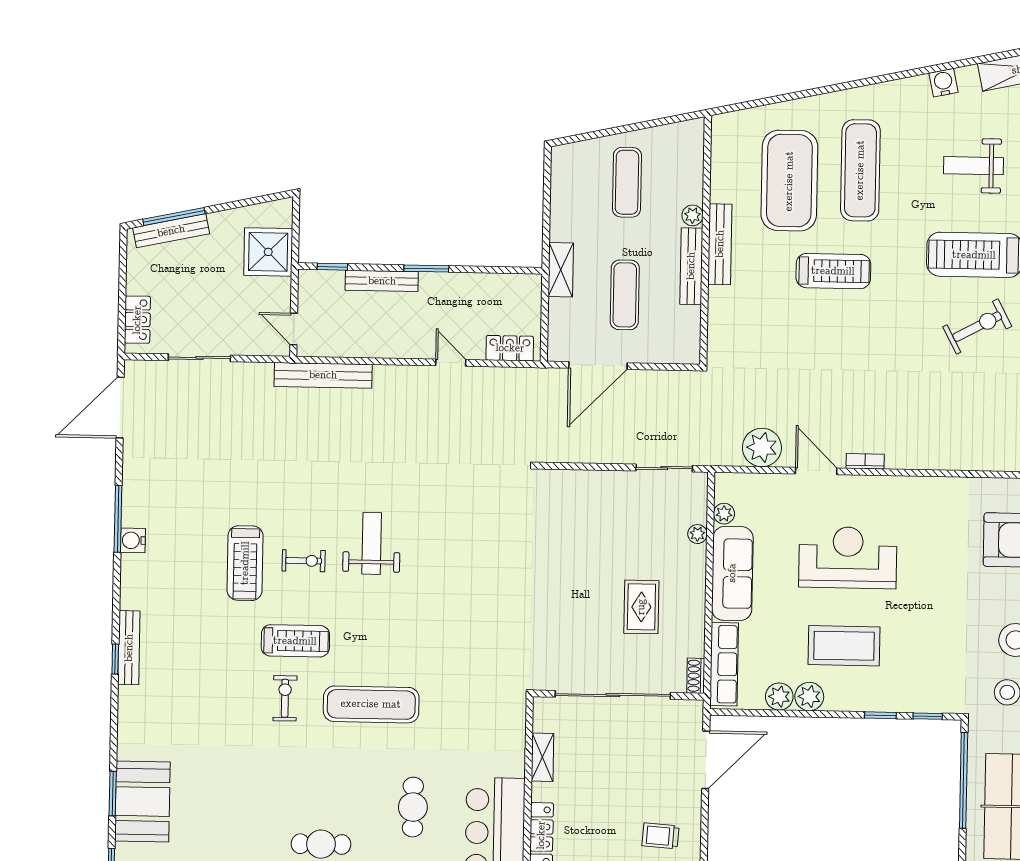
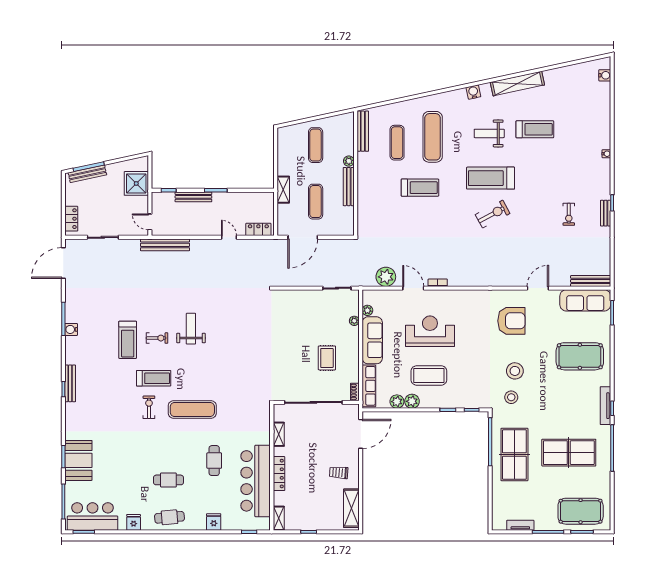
exercise mat: (789, 181) -> (397, 143), width x0.50, depth x0.69
bench: (720, 244) -> (363, 131), moved

